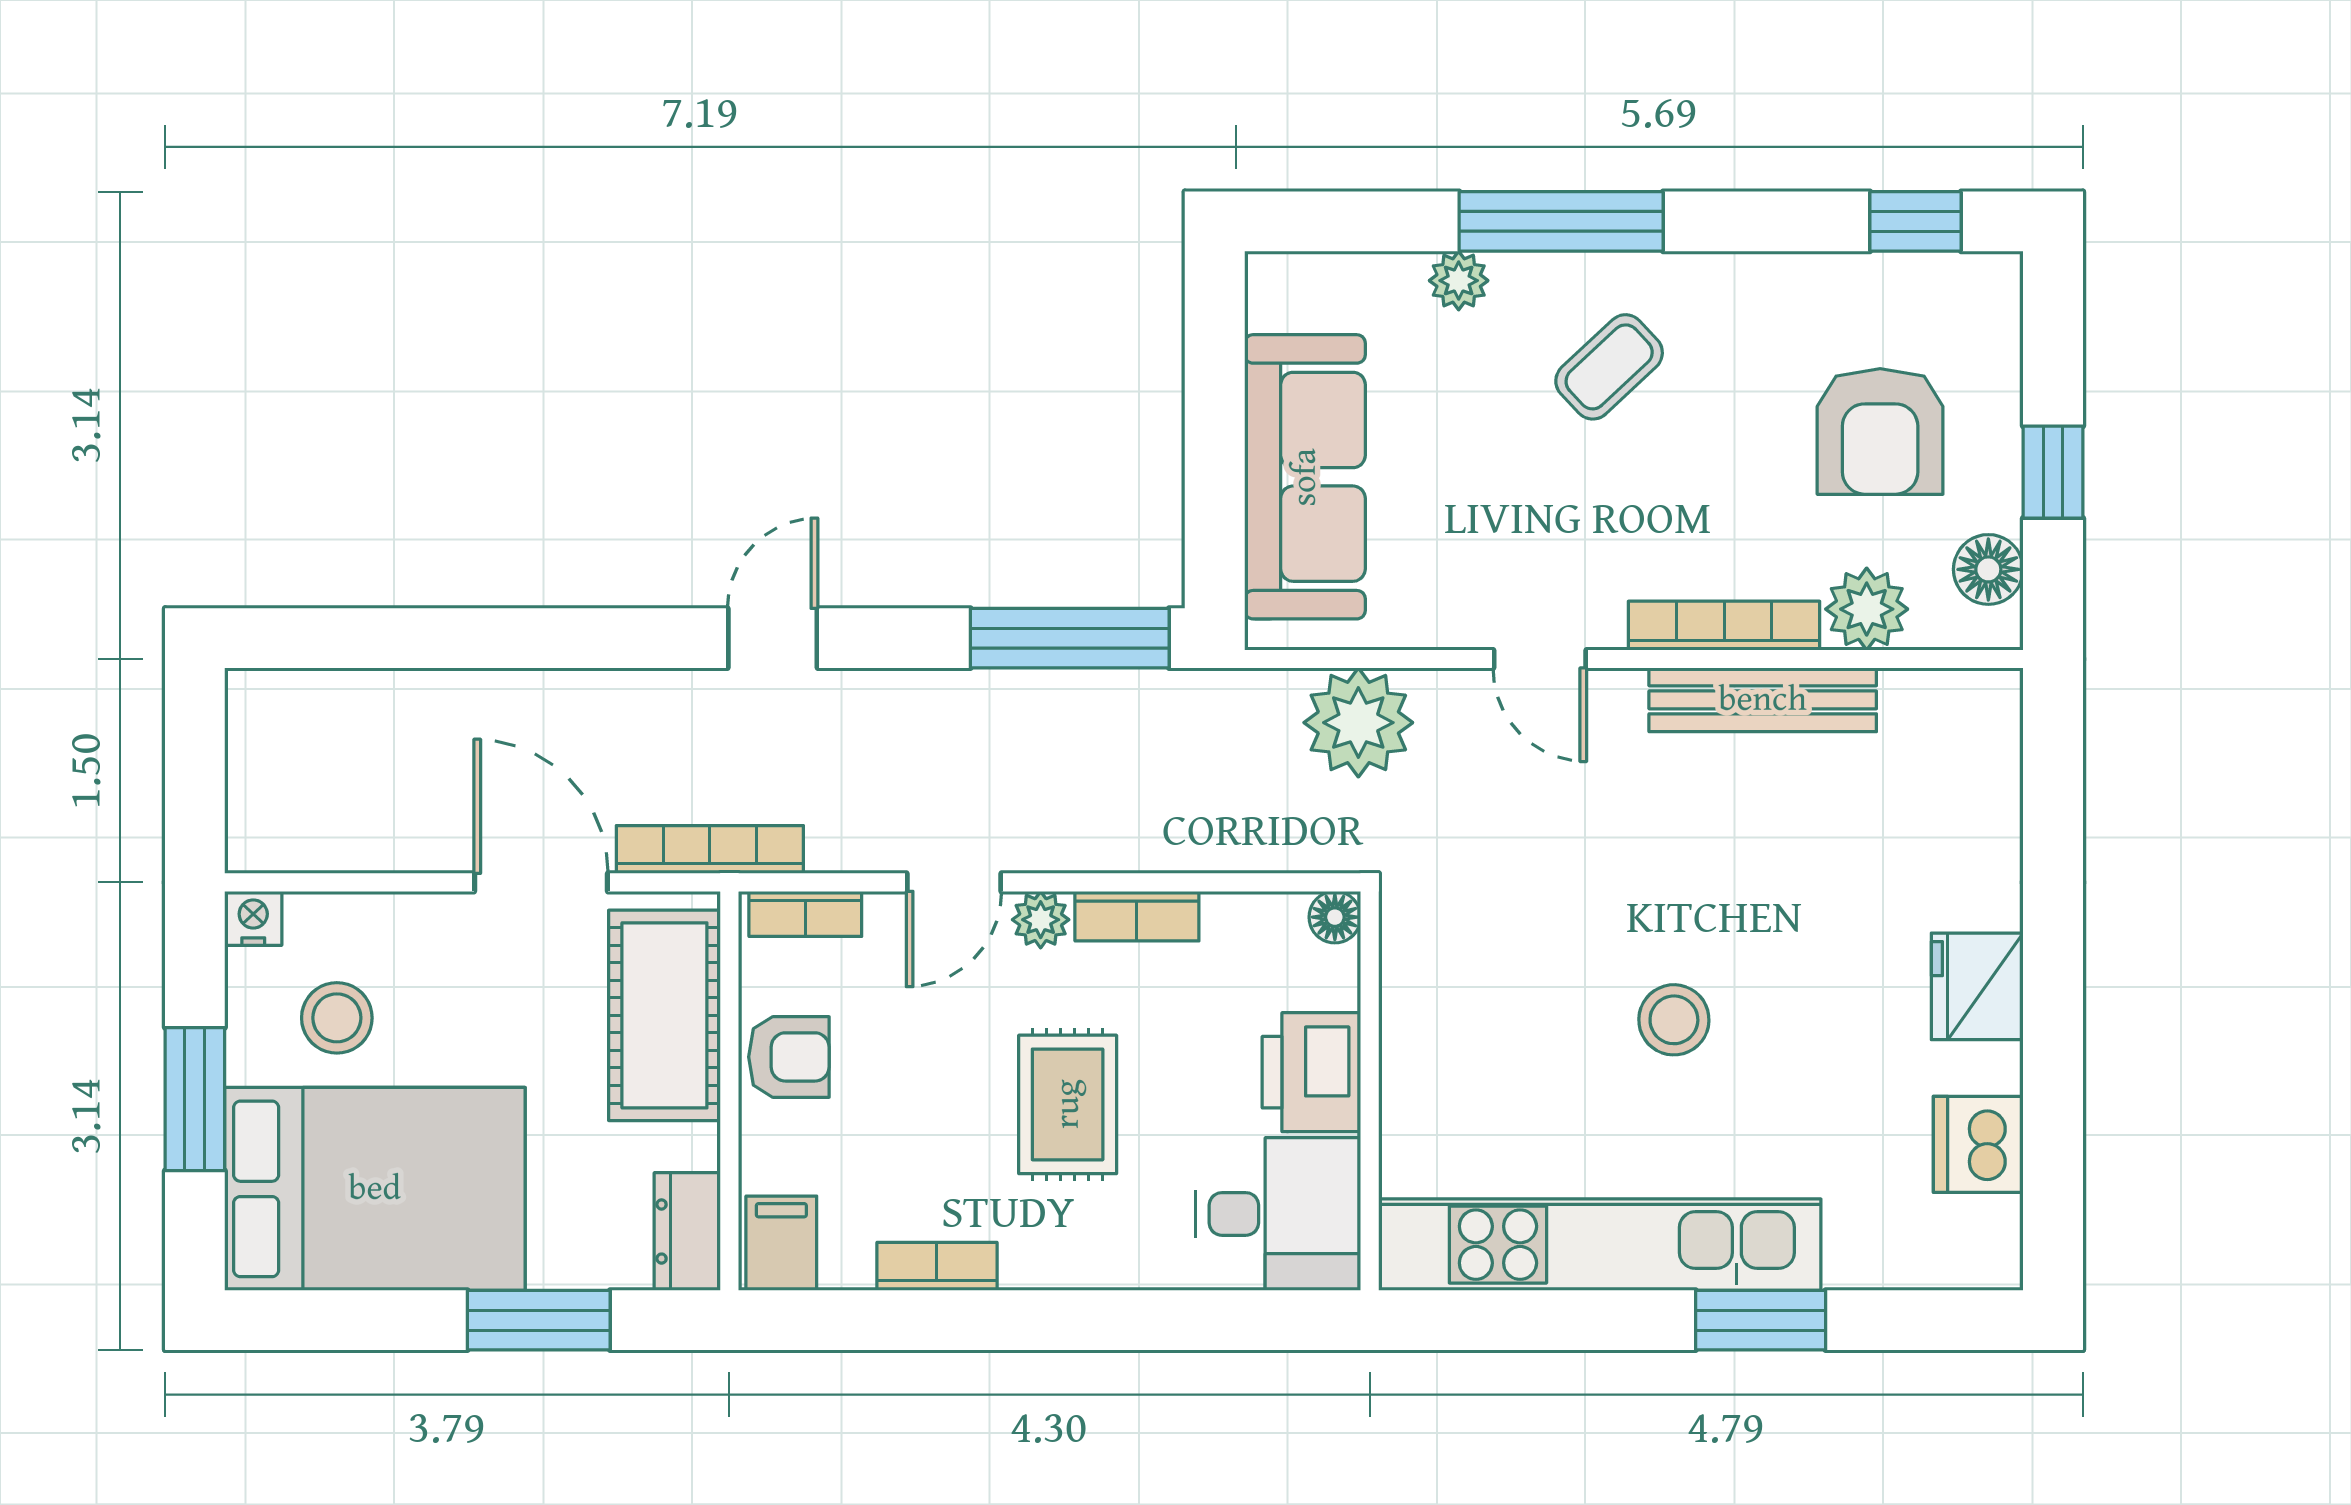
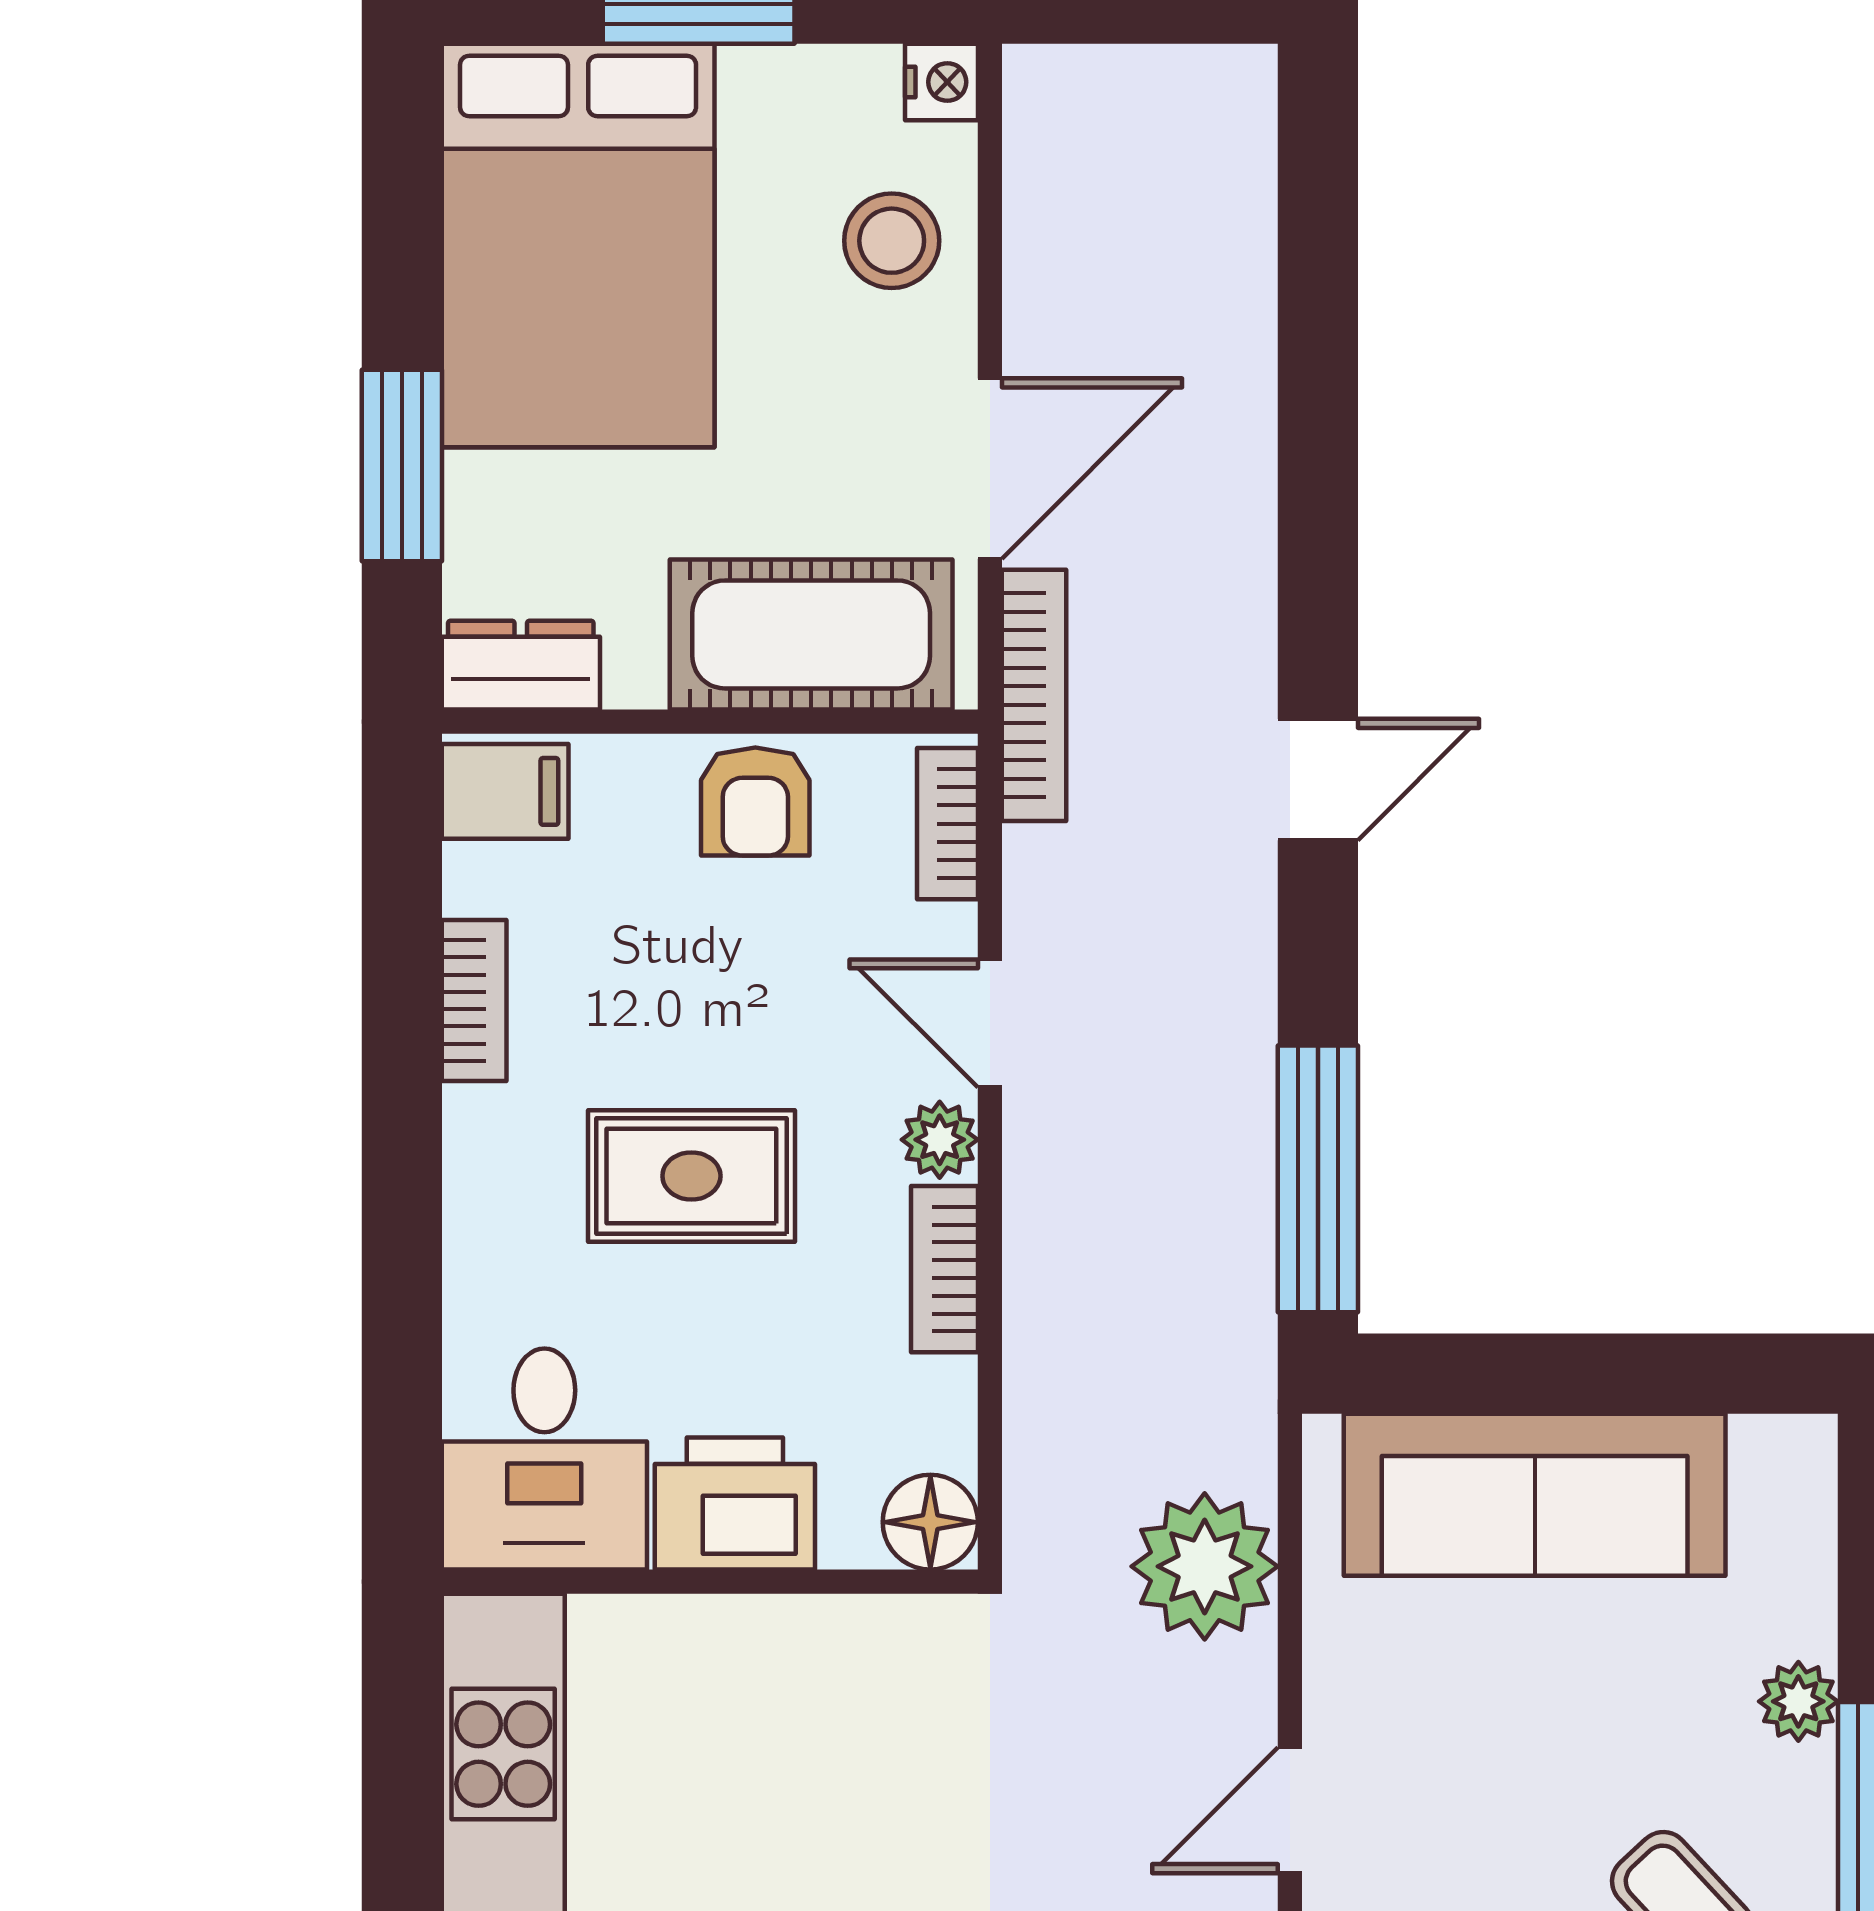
door: (773, 638) -> (1318, 780), hinge flipped
floor lamp: (1335, 917) -> (930, 1522), width x1.37, depth x1.37
stool: (337, 1018) -> (892, 241), moved

